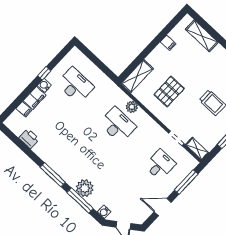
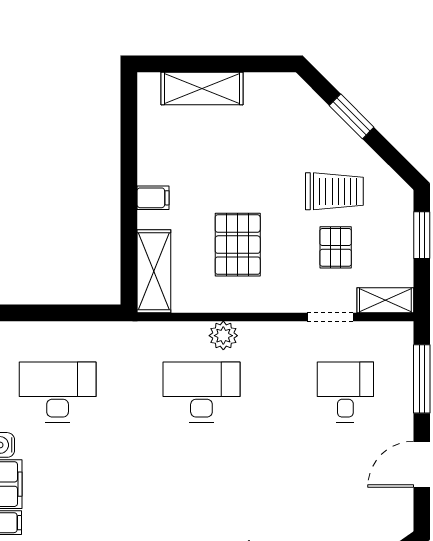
filing cabinet: (168, 43) -> (153, 198), moved
plant: (132, 107) -> (223, 336), moved
pallet: (197, 119) -> (336, 247), added

